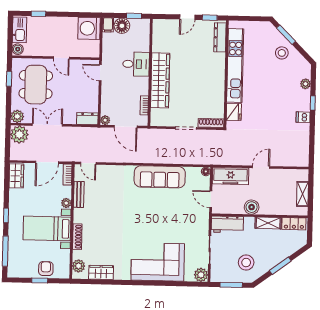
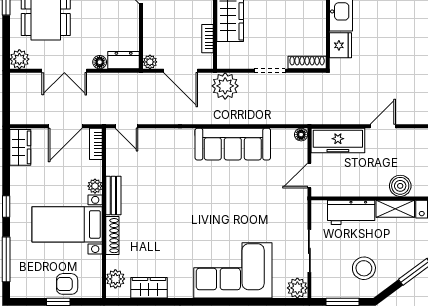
floor lamp: (71, 120) -> (100, 62), added
double door: (47, 125) -> (64, 71), swing flipped
plant: (19, 134) -> (225, 86), moved
bench: (79, 194) -> (113, 196), moved
door: (211, 199) -> (309, 176), hinge flipped
boiler: (252, 207) -> (400, 186), moved
workbench: (227, 224) -> (351, 212), moved
armchair: (46, 269) -> (67, 284), turned -90

